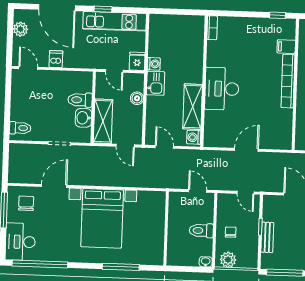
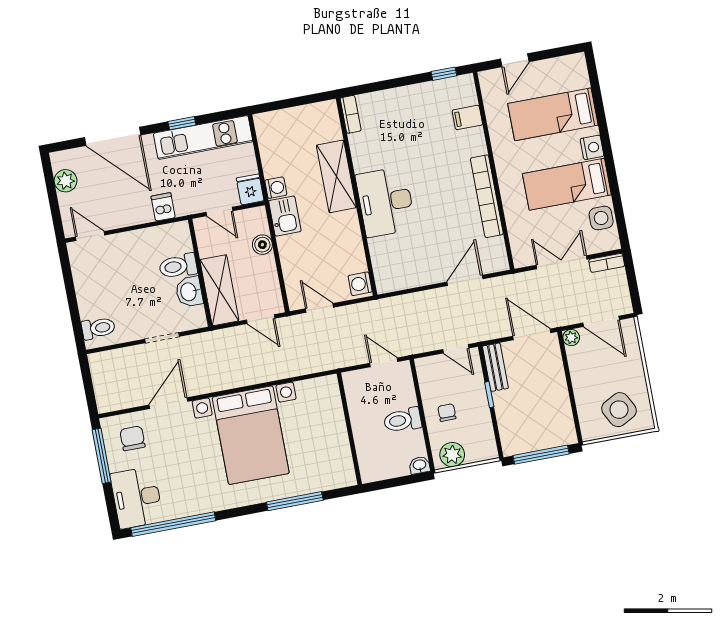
dishwasher: (56, 59) -> (163, 207), moved
bookcase: (288, 81) -> (487, 196), moved
shelving: (193, 107) -> (336, 176), moved
door: (246, 150) -> (465, 280), moved
bench: (267, 237) -> (495, 367), moved

